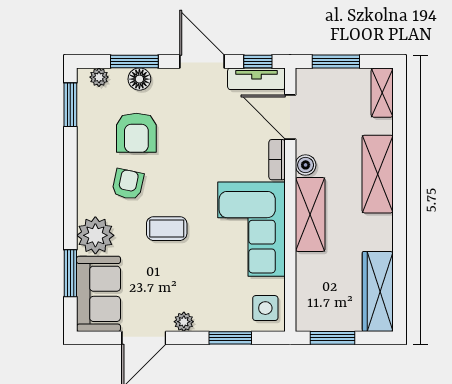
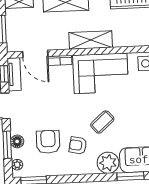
door: (290, 117) -> (35, 54), hinge flipped
armchair: (136, 133) -> (48, 142), turned -90
boiler: (306, 165) -> (62, 44), removed
coffee table: (167, 229) -> (102, 122), turned 49

